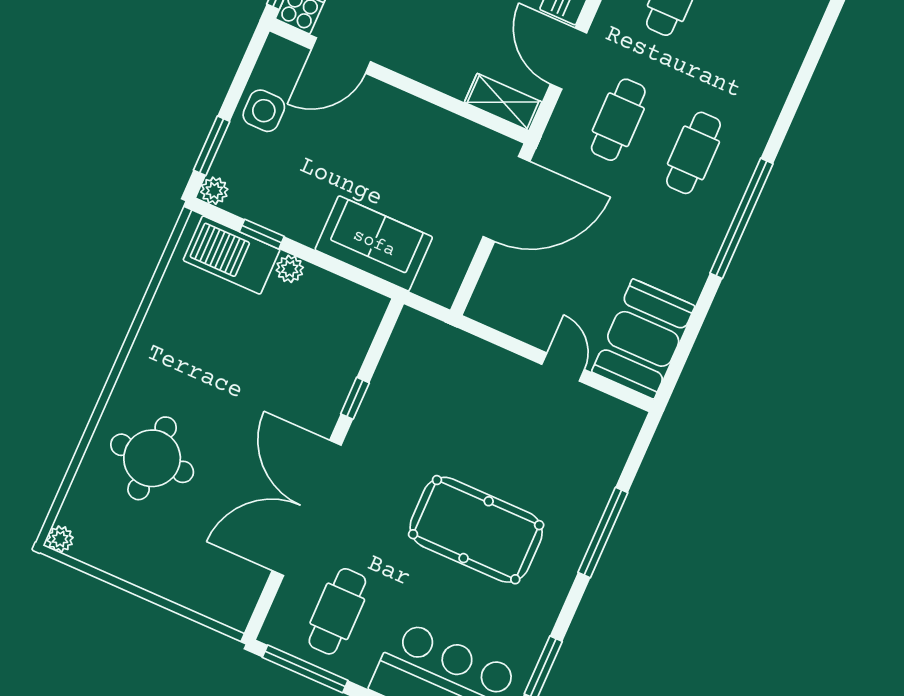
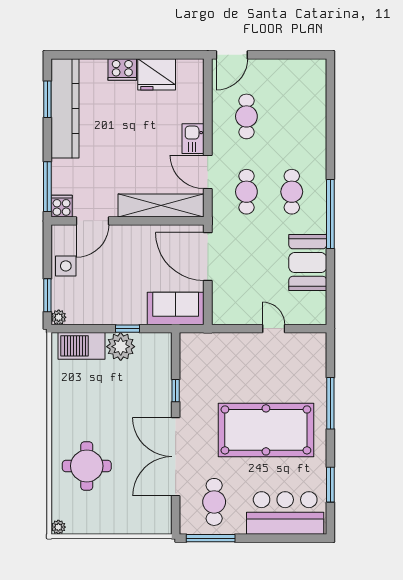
shelving: (503, 102) -> (161, 205), width x2.20, depth x1.33
door: (506, 199) -> (208, 257), swing flipped
window: (262, 234) -> (127, 329), moved
sofa: (374, 243) -> (176, 308), moved
plant: (290, 269) -> (121, 347), width x1.88, depth x1.88
booth: (643, 339) -> (308, 263), moved
pool table: (476, 530) -> (266, 430), width x1.36, depth x1.32

